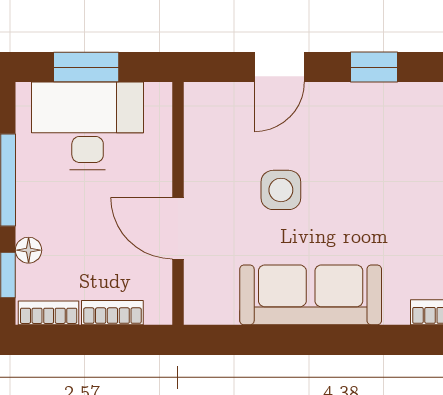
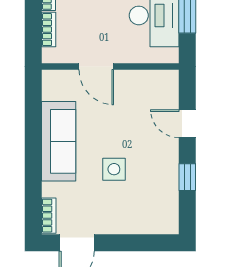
side table: (281, 190) -> (114, 169), moved
door: (178, 228) -> (96, 67), swing flipped

